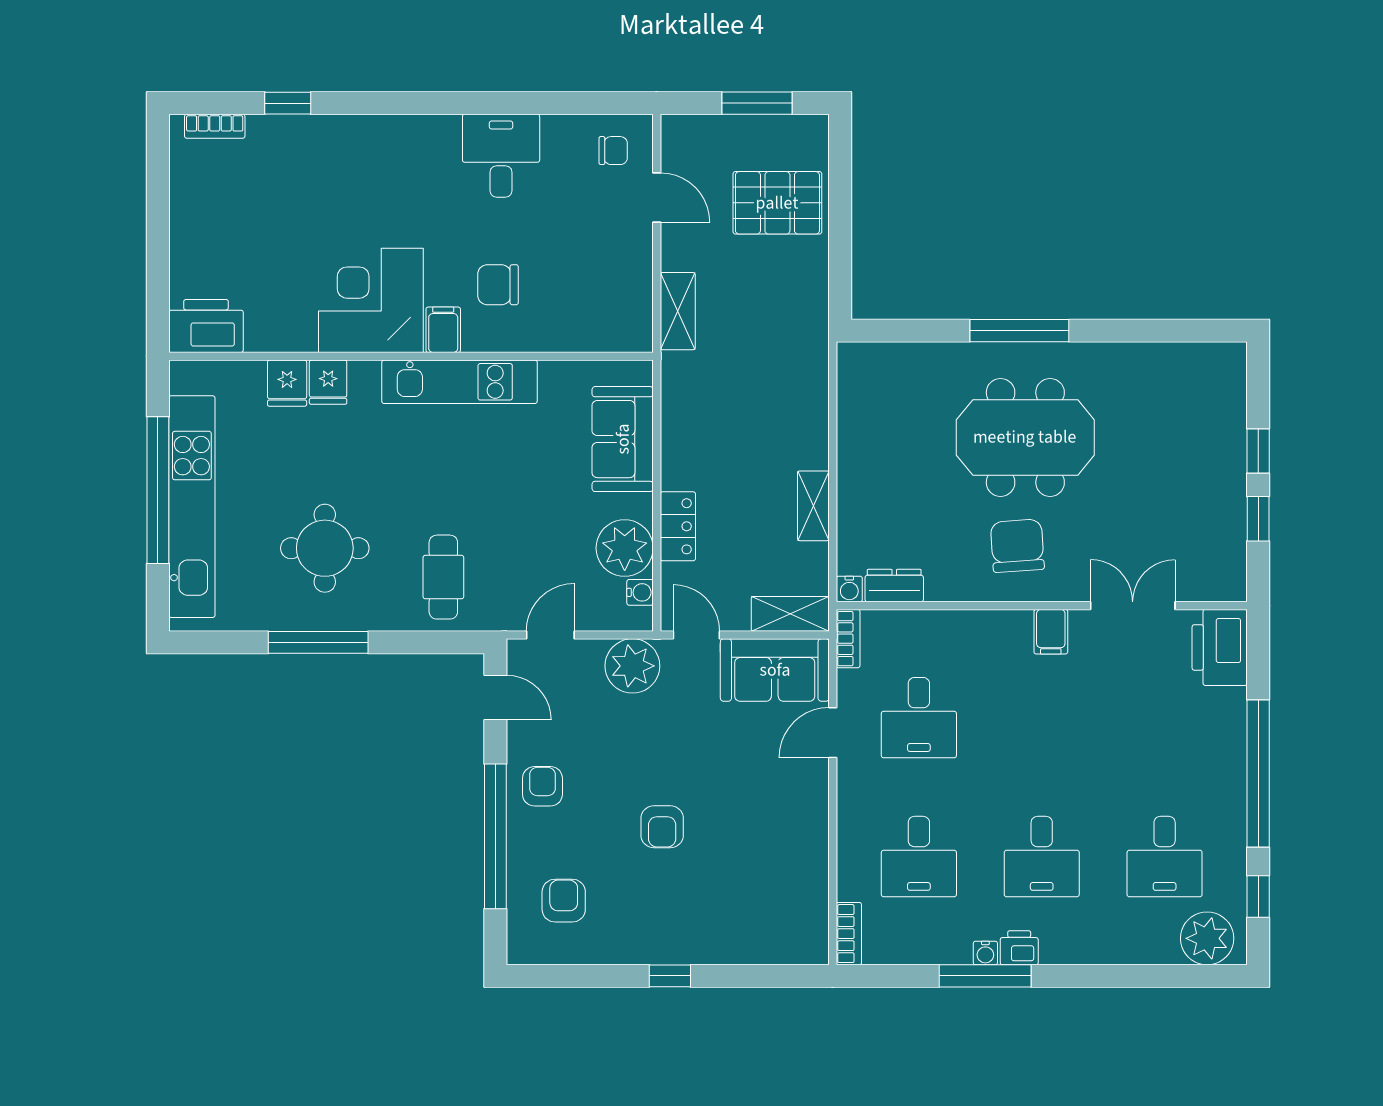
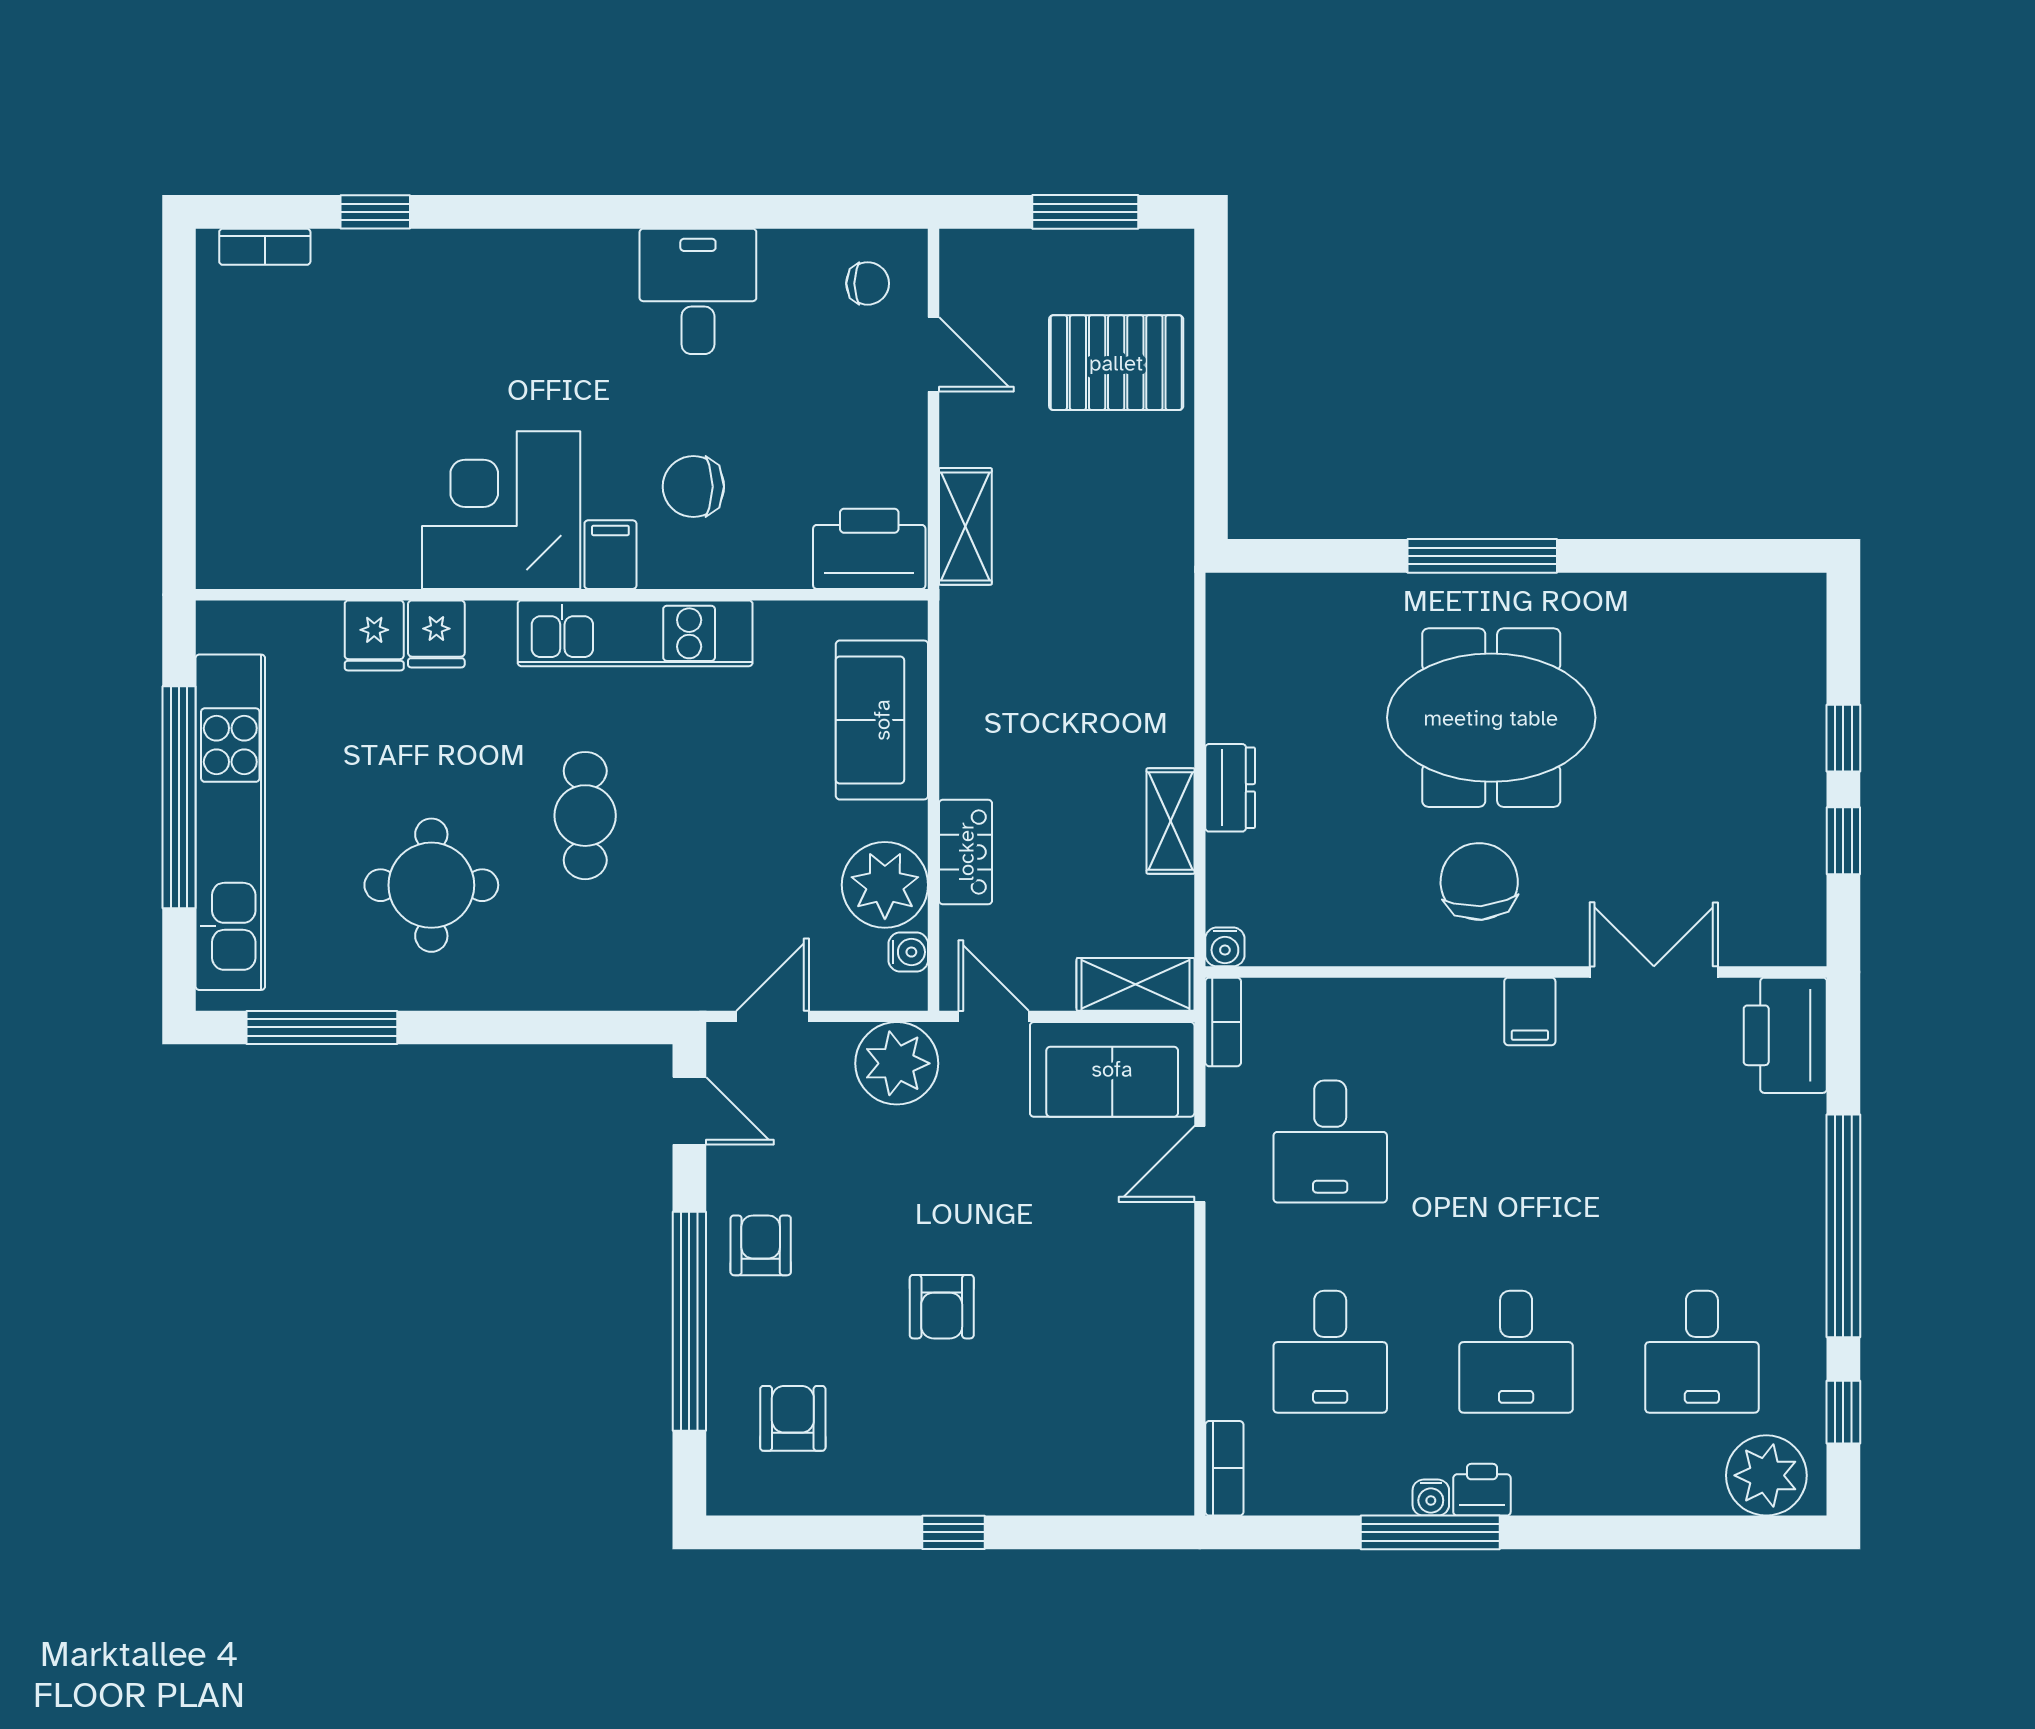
printer: (206, 326) -> (869, 549), moved
cafe table: (443, 577) -> (585, 816), moved
dresser: (894, 586) -> (1230, 788), moved, turned 90
window: (318, 642) -> (322, 1027), moved

